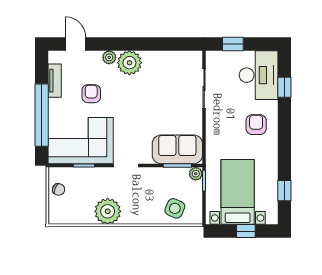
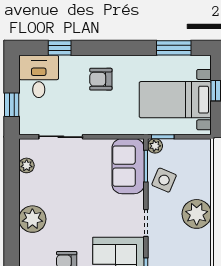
plant: (109, 57) -> (27, 165), moved
desk: (259, 75) -> (39, 76), width x0.73
window: (284, 191) -> (174, 48), width x1.50
side table: (175, 208) -> (164, 180), moved
plant: (108, 211) -> (197, 214), moved

